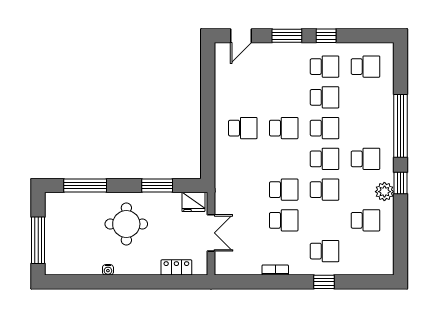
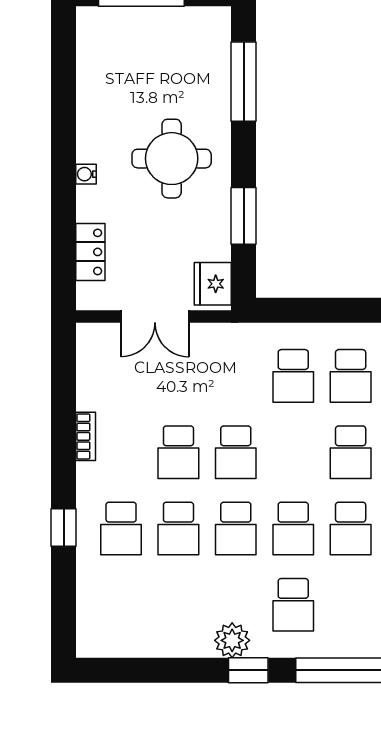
school desk: (243, 159) -> (293, 376), added
school desk: (365, 220) -> (178, 528), moved
water cooler: (108, 270) -> (86, 174), moved

